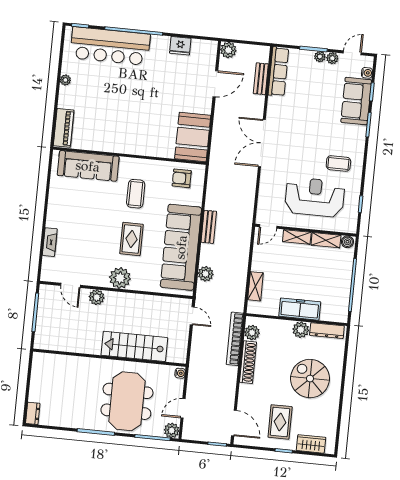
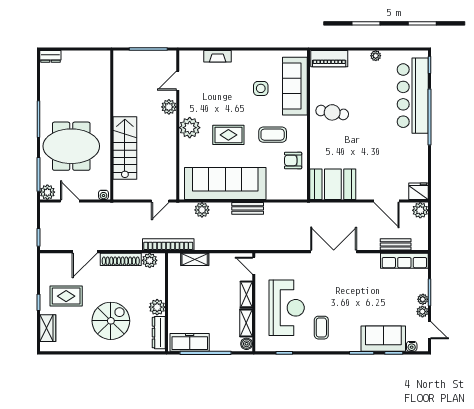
fridge: (180, 46) -> (418, 191), moved, turned 90
cafe table: (119, 130) -> (332, 112), added
armchair: (182, 178) -> (293, 160), moved, turned -90
side table: (87, 201) -> (261, 88), added
freezer: (300, 309) -> (190, 342), moved, turned -90
bookcase: (235, 339) -> (168, 244), moved
door: (234, 423) -> (85, 252), moved

